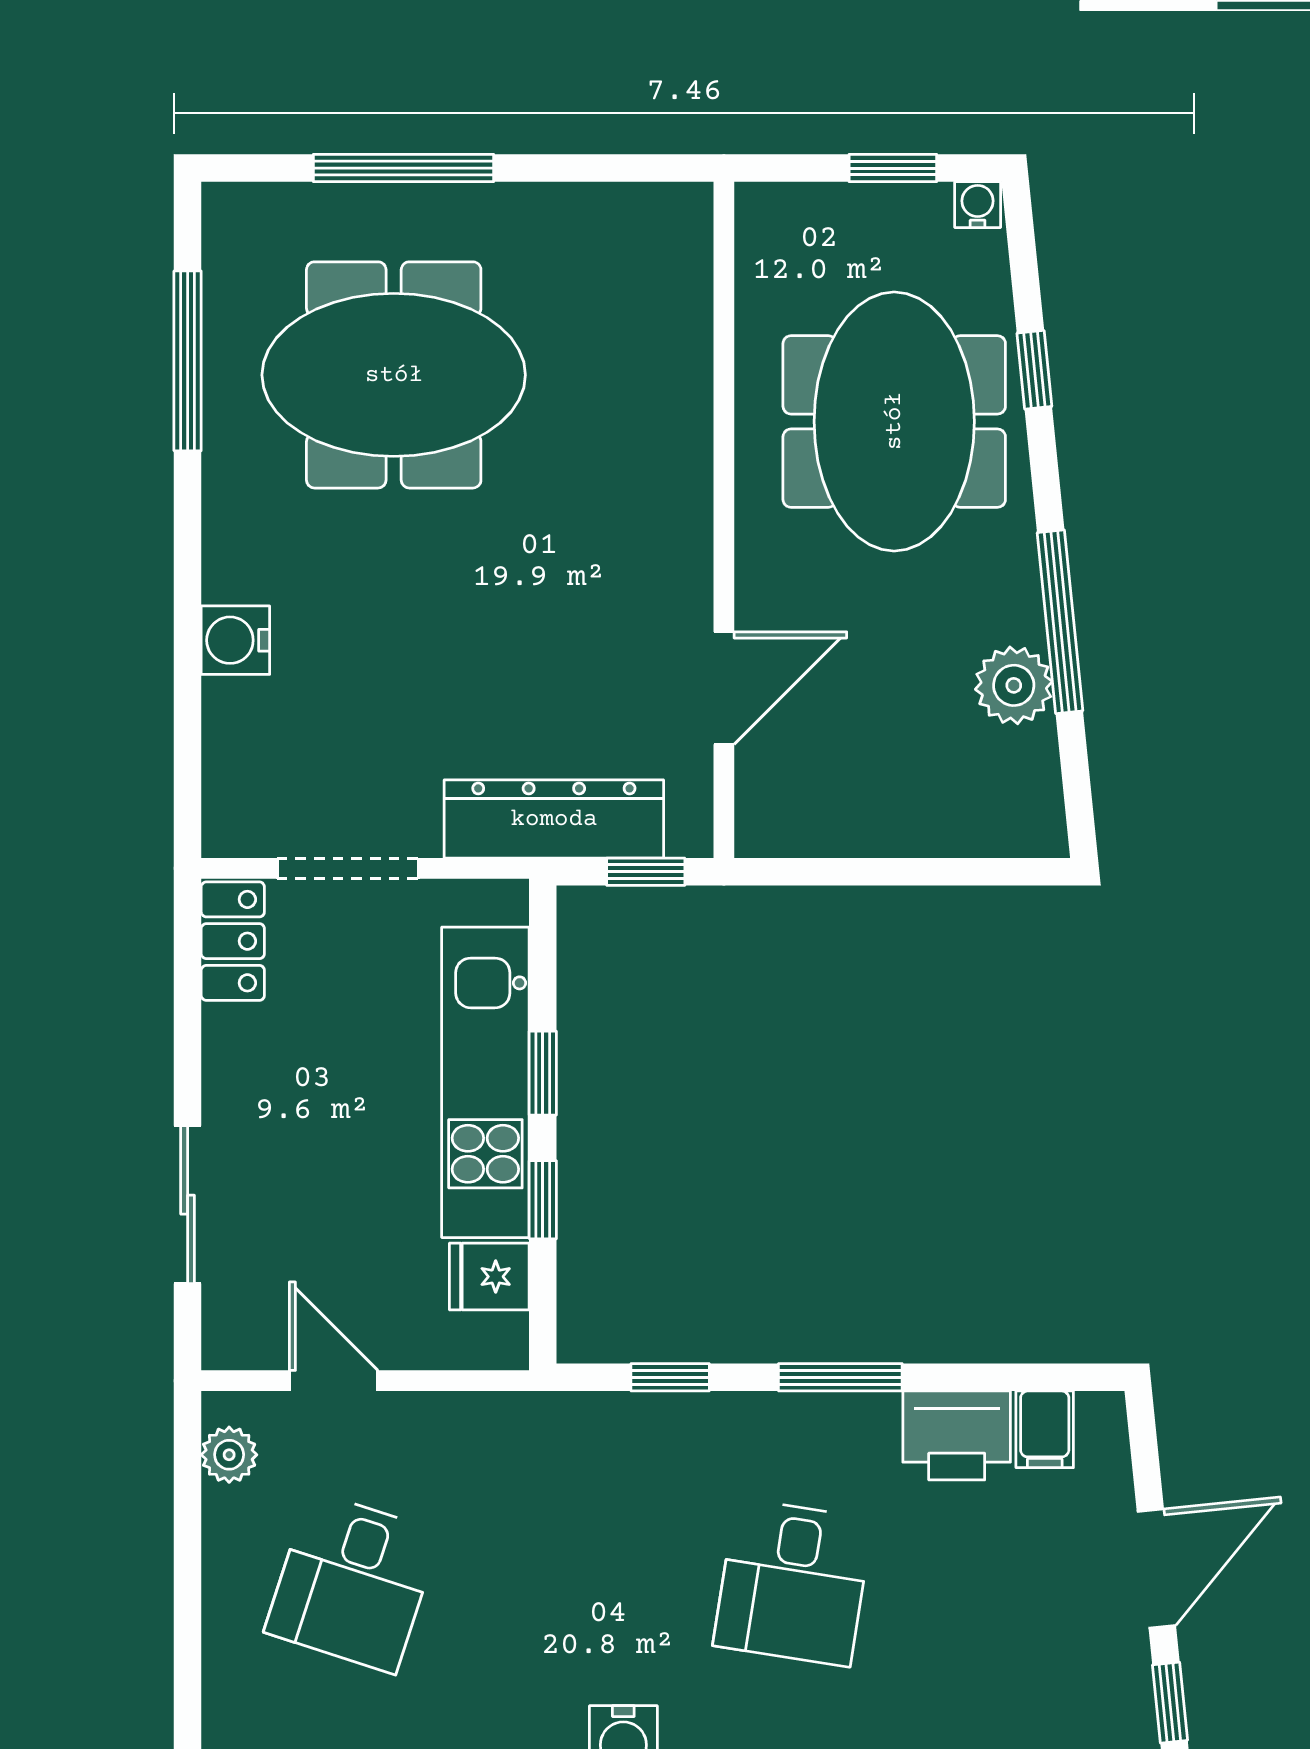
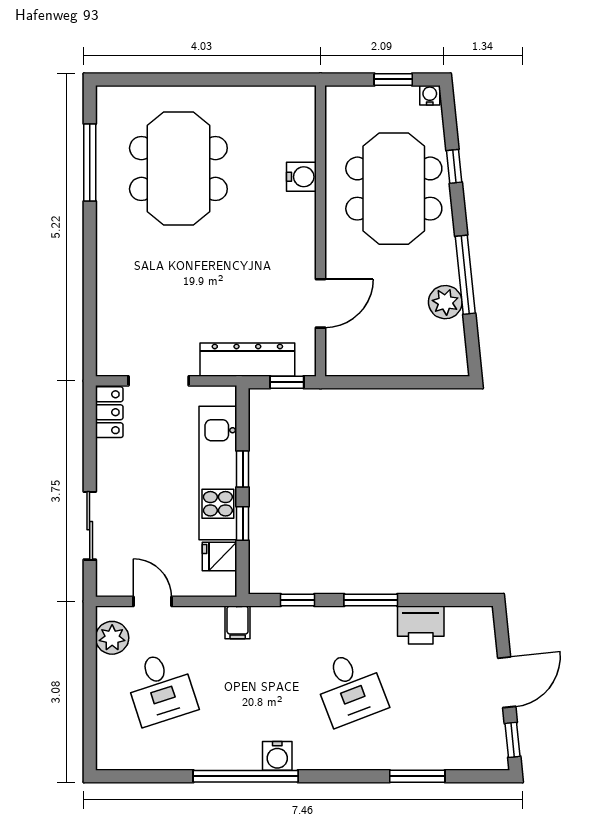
window: (403, 168) -> (183, 79), removed
meeting table: (394, 375) -> (178, 169), turned 90
water cooler: (235, 640) -> (301, 177), moved, turned 180
filing cabinet: (1045, 1429) -> (238, 622), moved
plant: (229, 1455) -> (112, 638), width x1.38, depth x1.38
desk: (353, 1582) -> (161, 688), turned -36
desk: (793, 1582) -> (350, 688), turned -30

